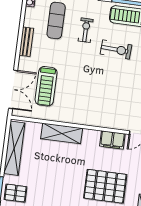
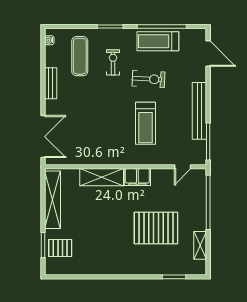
treadmill: (46, 86) -> (146, 123), moved
filing cabinet: (112, 140) -> (137, 177), moved

